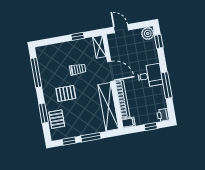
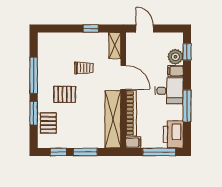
plant: (148, 33) -> (175, 57), moved
filing cabinet: (152, 59) -> (175, 71), added
window: (36, 73) -> (34, 75), moved
printer: (163, 115) -> (173, 134), width x1.87, depth x1.48
window: (151, 127) -> (159, 152), width x2.17

